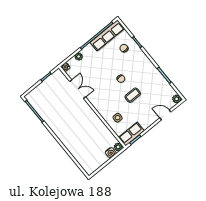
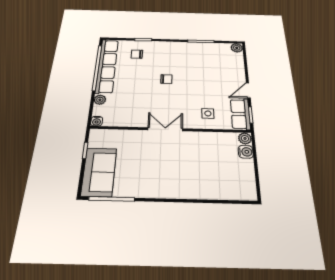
row of seats: (107, 35) -> (107, 66), width x1.36
double door: (78, 89) -> (165, 129), moved
sofa: (42, 94) -> (99, 172), added
coffee table: (133, 95) -> (195, 81), removed
door: (165, 115) -> (248, 90), moved

